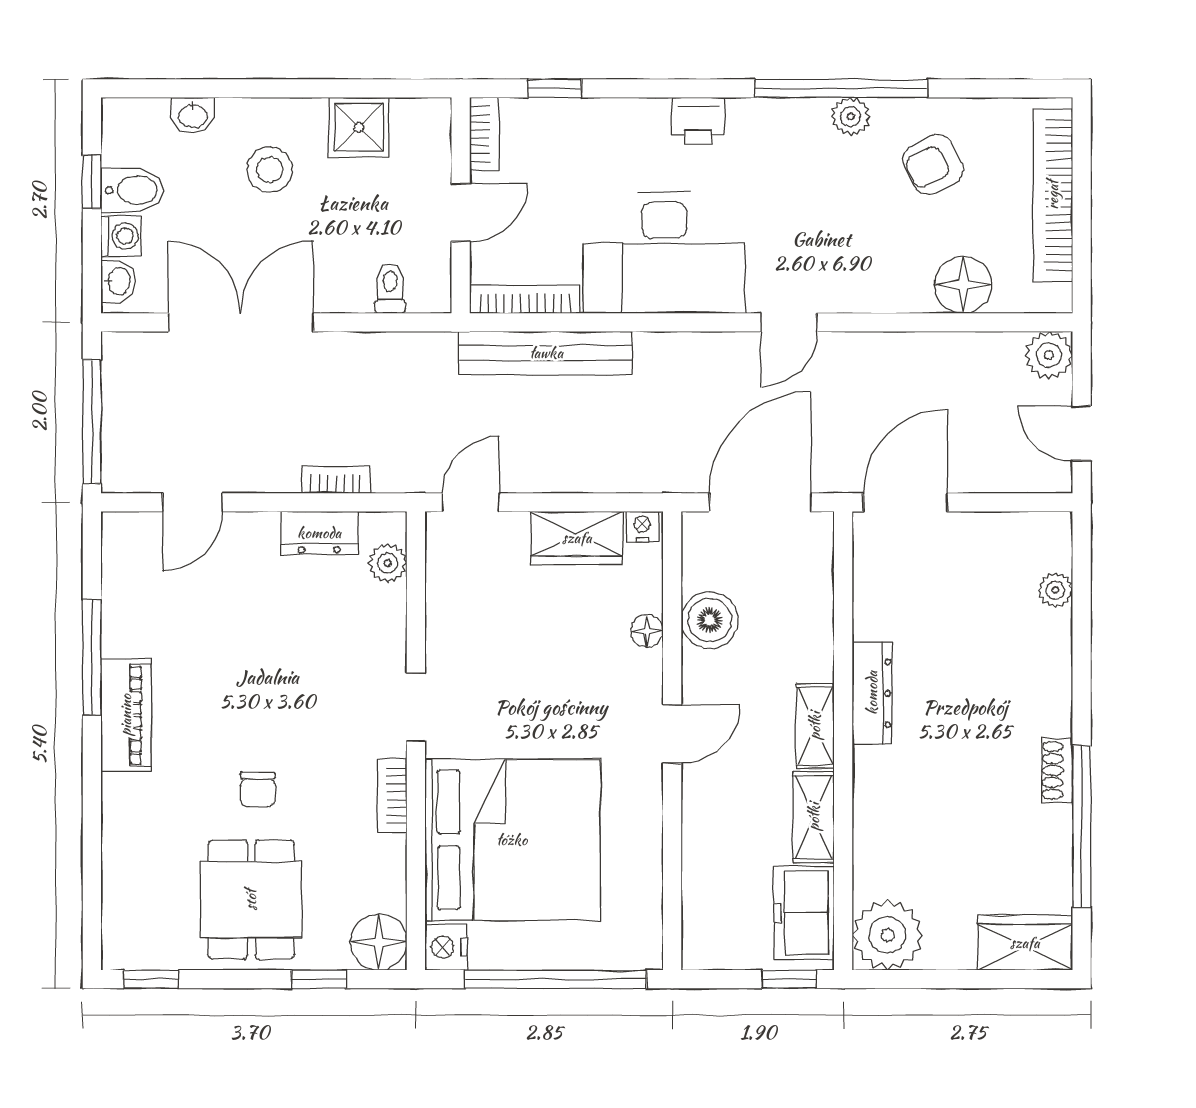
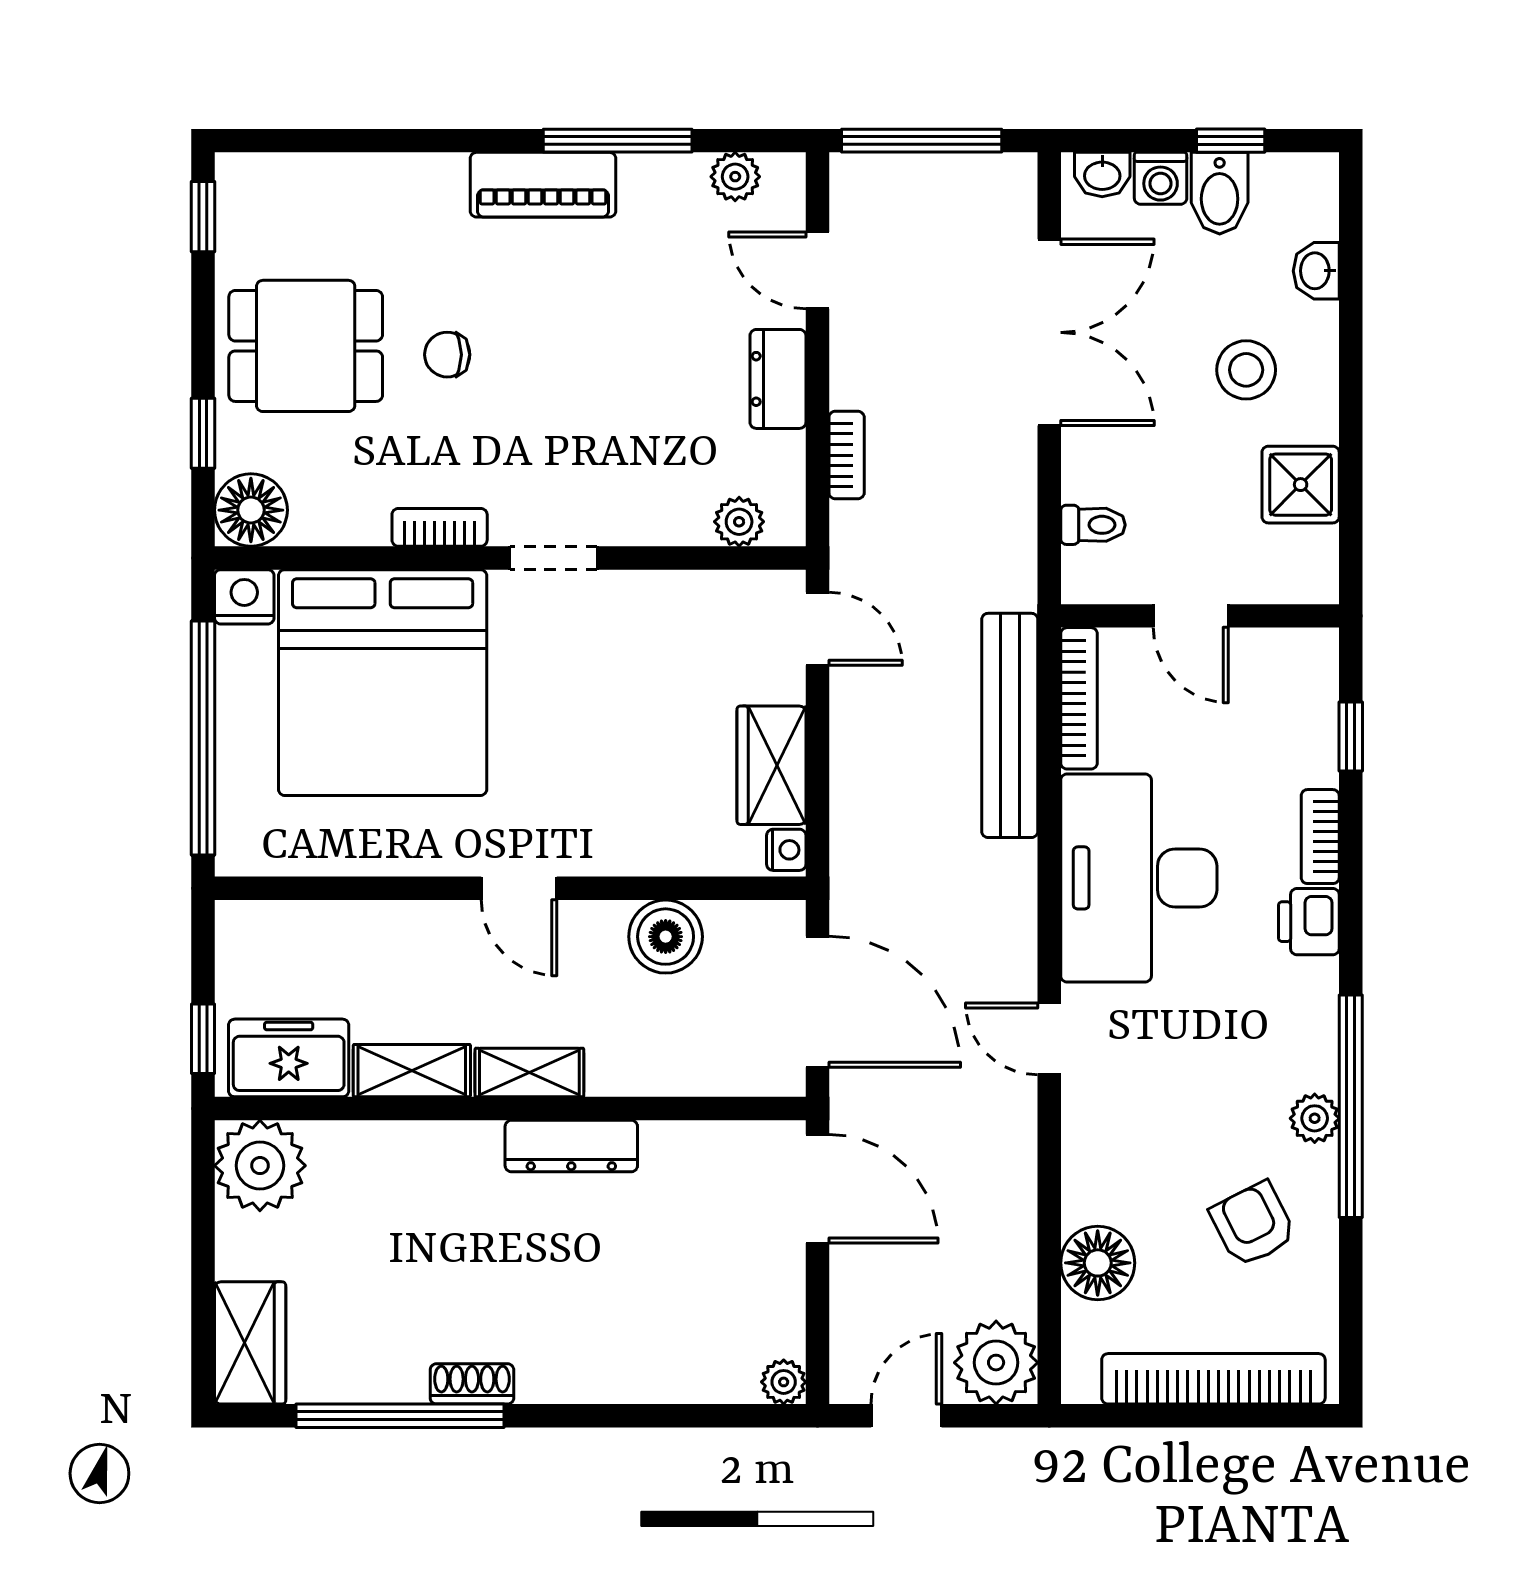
bookcase: (484, 134) -> (1320, 837), moved, turned 90
plant: (1049, 355) -> (996, 1363), width x1.36, depth x1.36
dresser: (319, 533) -> (778, 379), moved
plant: (120, 566) -> (735, 177), added
plant: (1055, 590) -> (784, 1382), moved
floor lamp: (647, 631) -> (652, 856), removed

